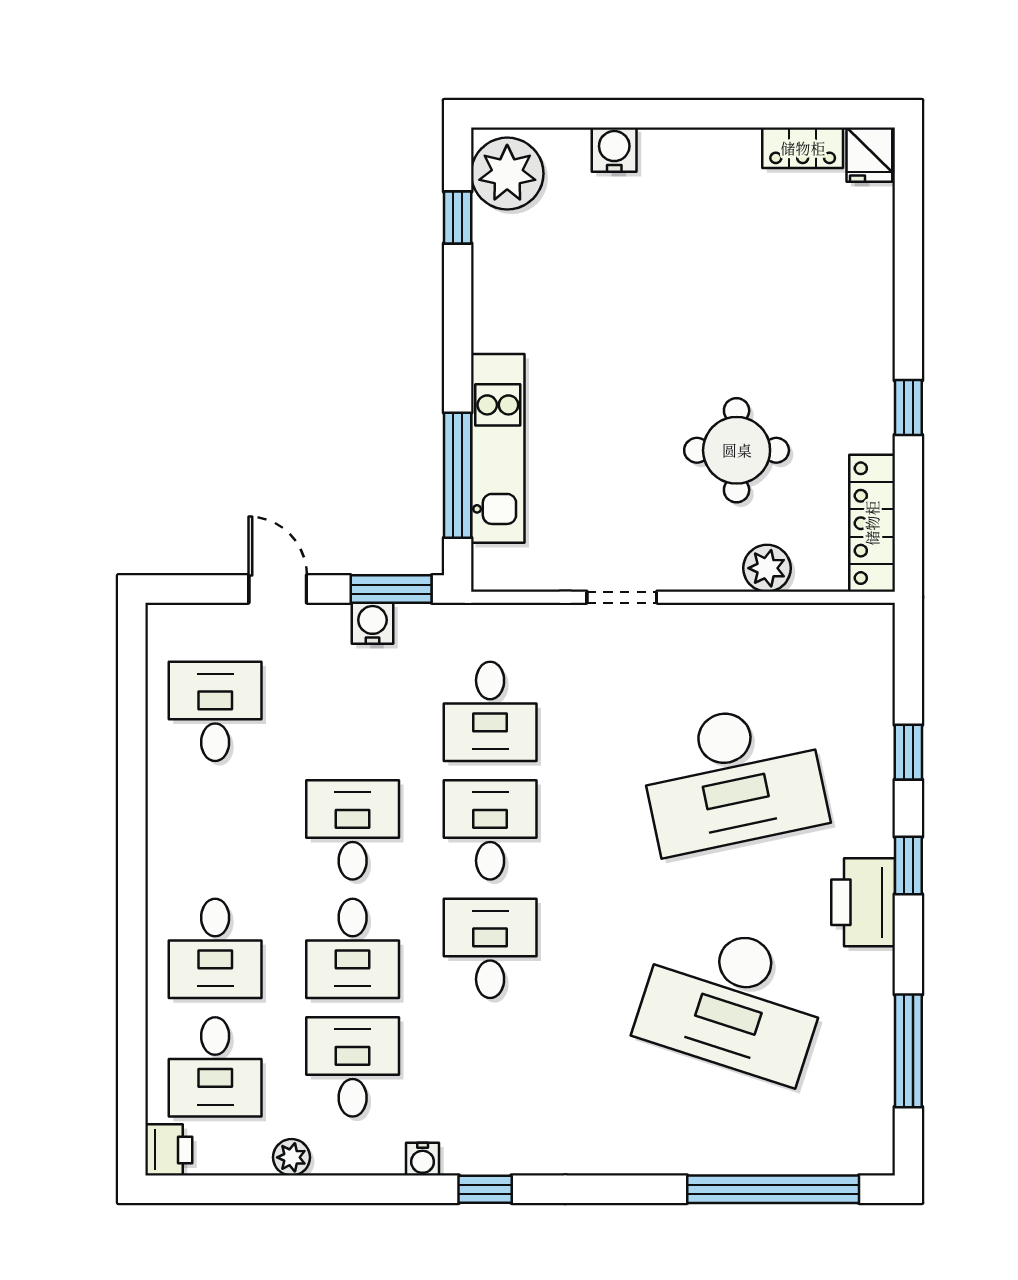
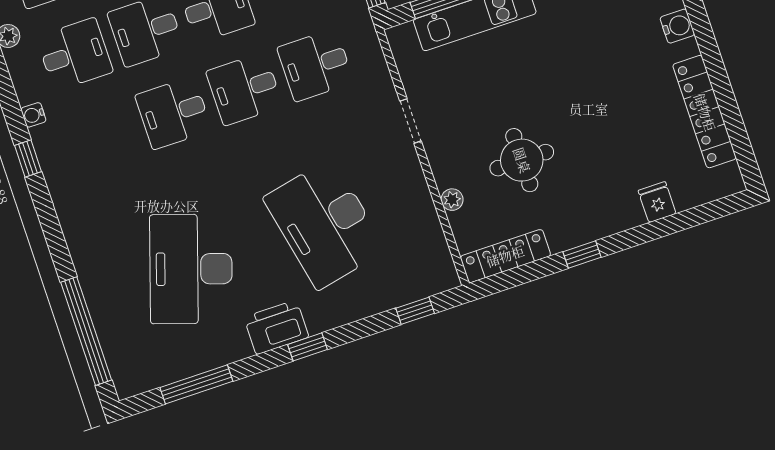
locker: (803, 148) -> (705, 112), width x2.16, depth x1.21
fridge: (869, 155) -> (657, 202), moved, turned 90
plant: (767, 568) -> (452, 200), width x0.73, depth x0.73
window: (908, 752) -> (415, 311), moved
desk: (490, 830) -> (244, 89), turned 180
desk: (490, 948) -> (173, 113), turned 180

